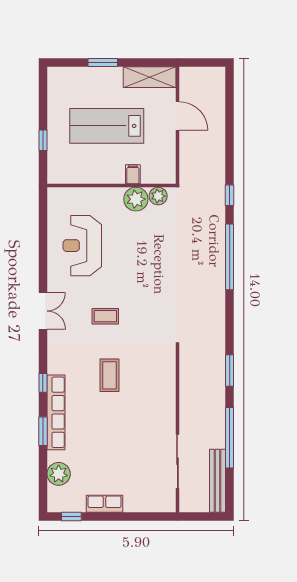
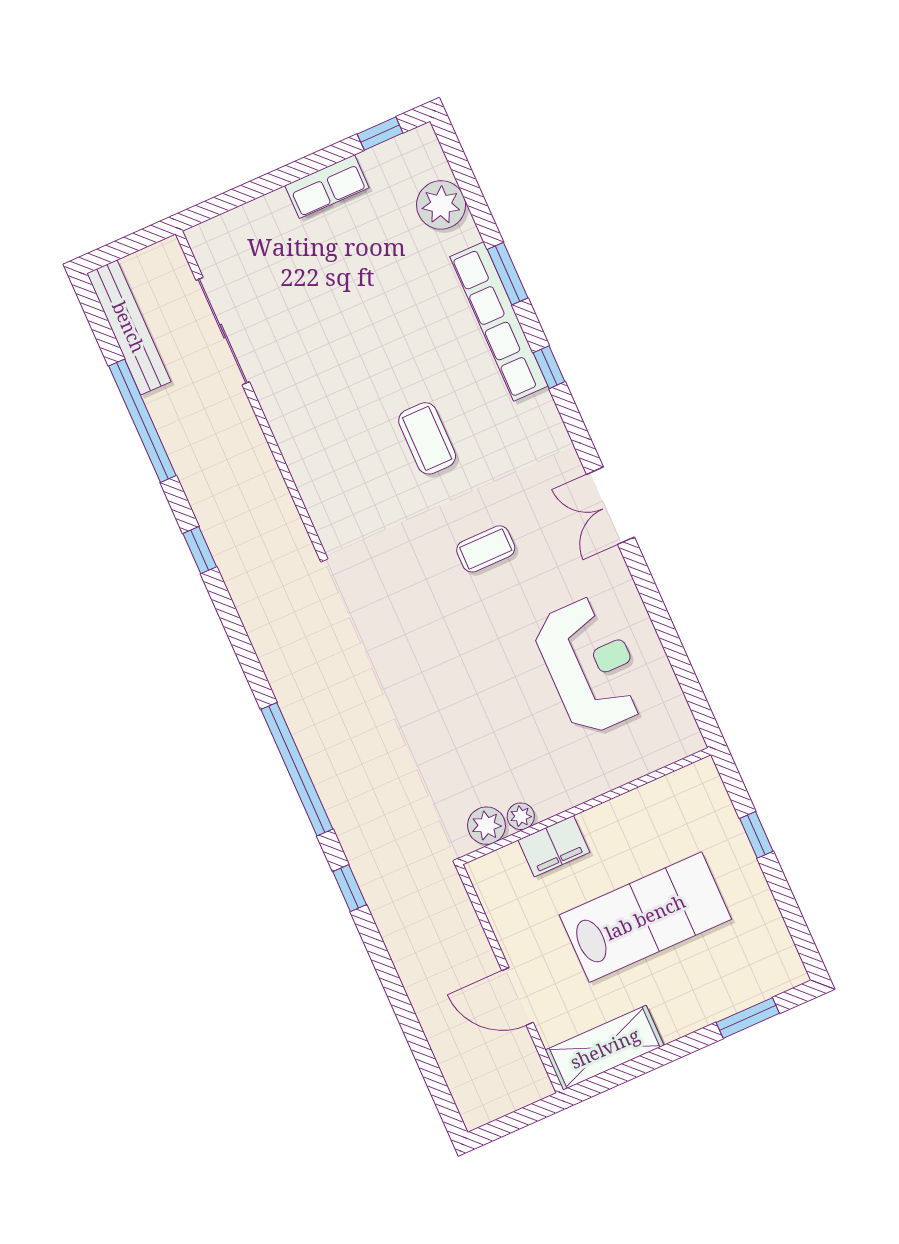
window: (103, 62) -> (748, 1018), moved
filing cabinet: (133, 174) -> (554, 846), width x2.00
plant: (136, 199) -> (521, 816), width x0.53, depth x0.53
window: (230, 371) -> (200, 550), width x0.67

